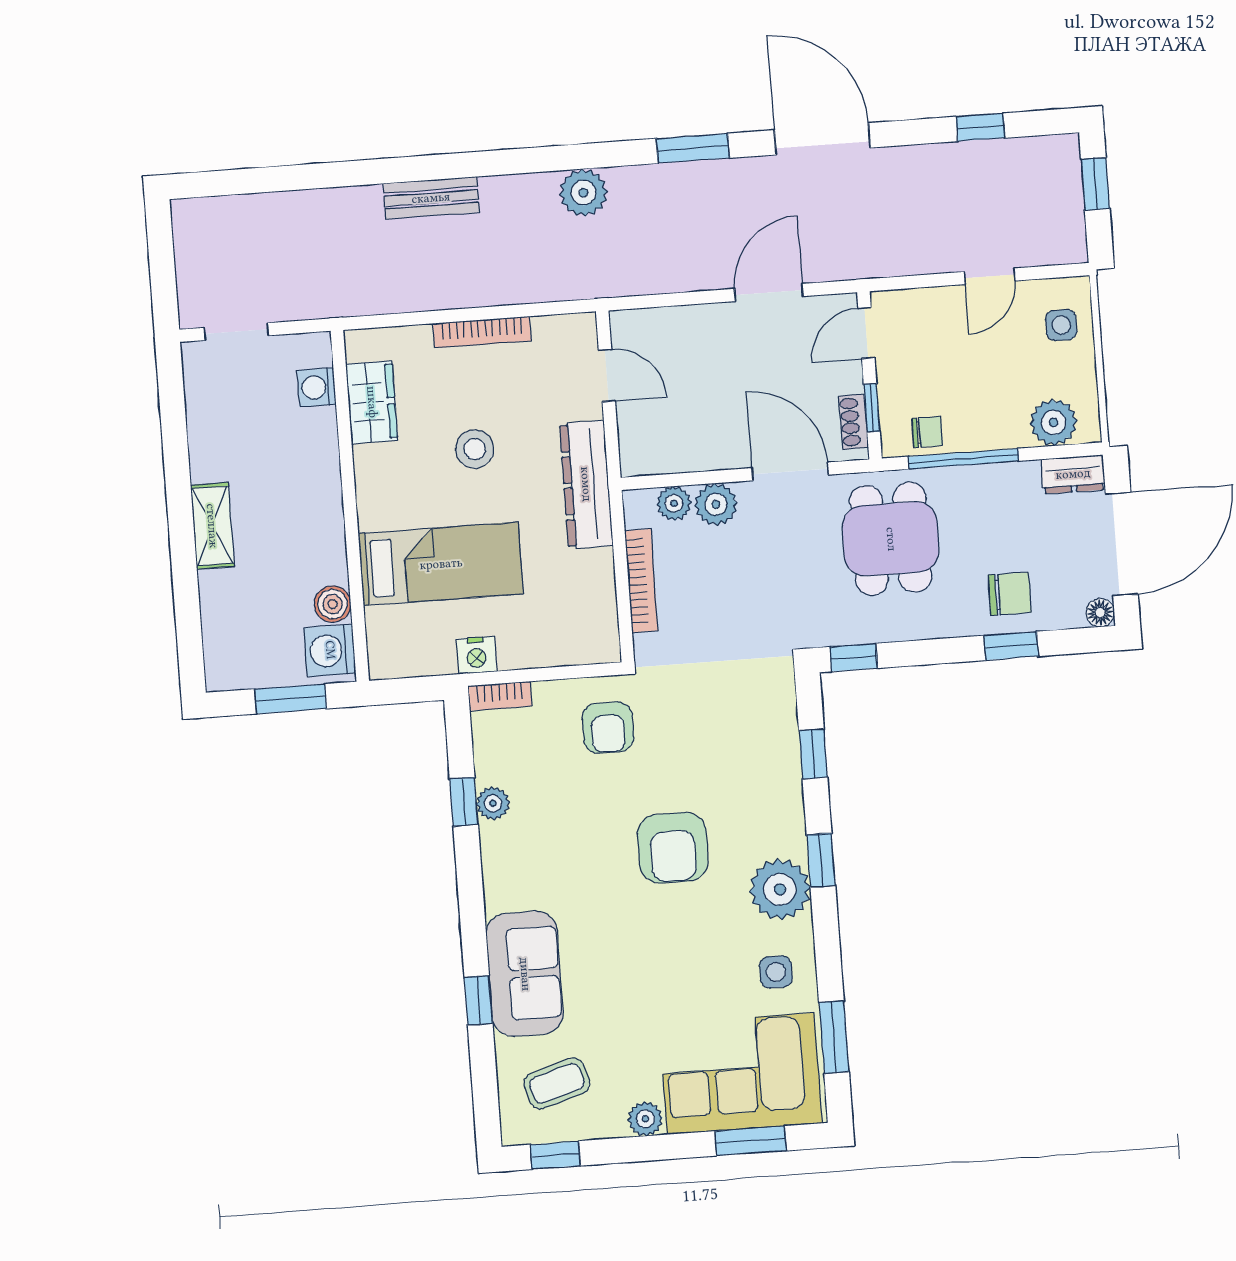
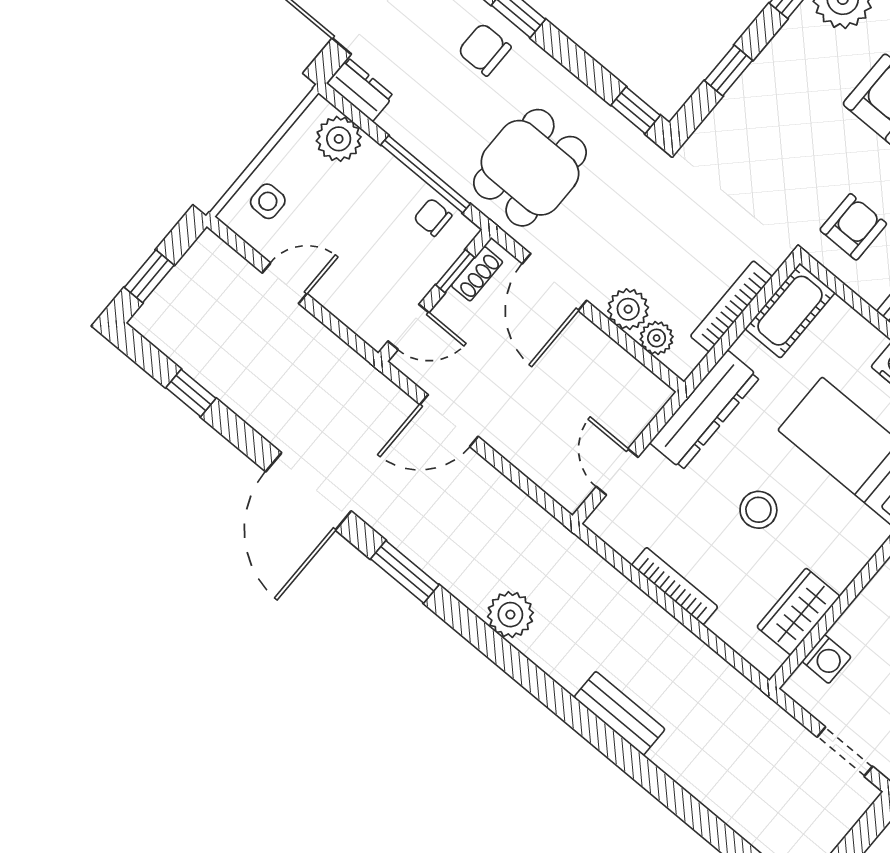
cot: (595, 620) -> (790, 311), added

